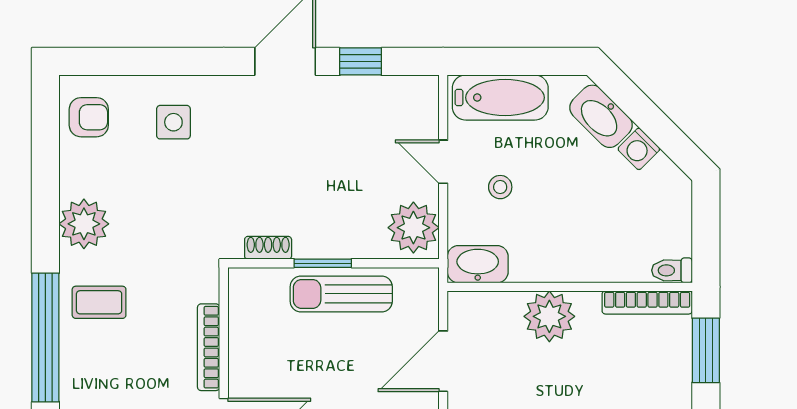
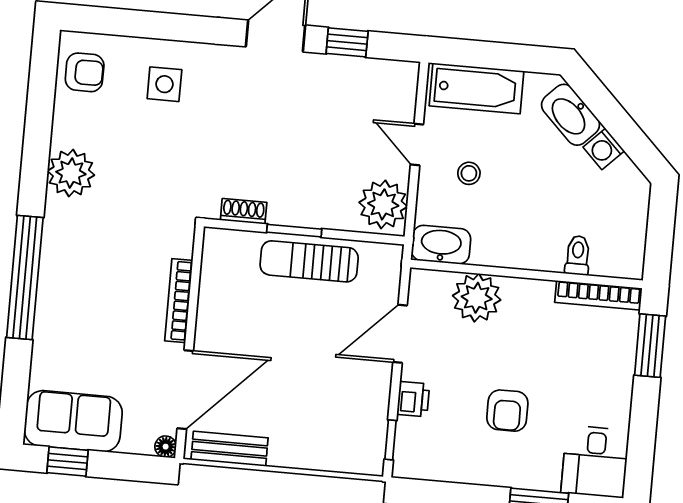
toilet: (672, 270) -> (578, 255), moved, turned 90
coffee table: (99, 302) -> (79, 249), removed
plant: (549, 316) -> (477, 298), moved

